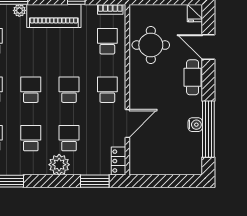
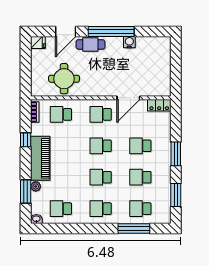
door: (127, 124) -> (128, 98), swing flipped
window: (208, 129) -> (111, 32), moved
plant: (59, 165) -> (162, 154), removed
window: (95, 181) -> (176, 154), moved

